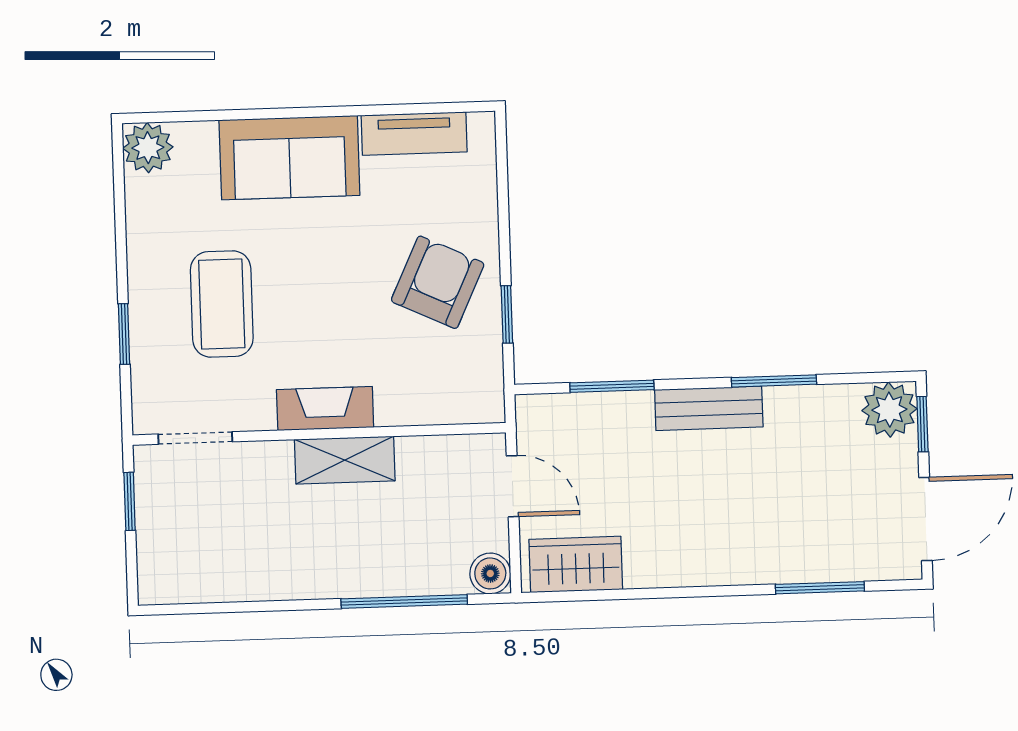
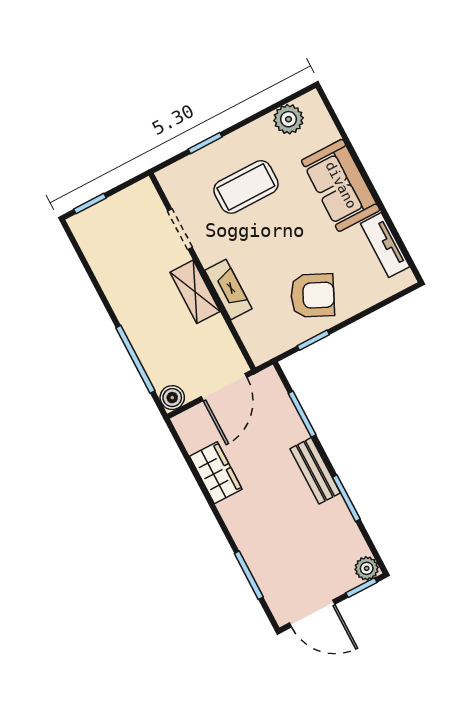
plant: (148, 148) -> (288, 119), moved
fireplace: (325, 408) -> (228, 289), moved
plant: (889, 410) -> (367, 568), width x0.73, depth x0.73
doorway: (195, 438) -> (180, 229), moved
door: (513, 486) -> (224, 387), width x1.38
window: (130, 501) -> (90, 204), moved
wardrobe: (576, 564) -> (216, 473), moved

